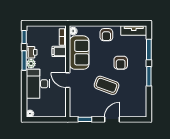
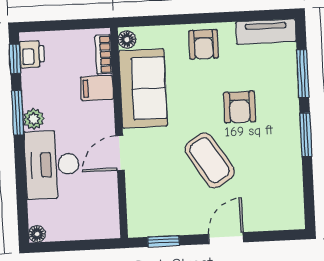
printer: (32, 52) -> (32, 54), moved
door: (68, 80) -> (120, 153), hinge flipped
coffee table: (107, 85) -> (210, 160), turned 38

